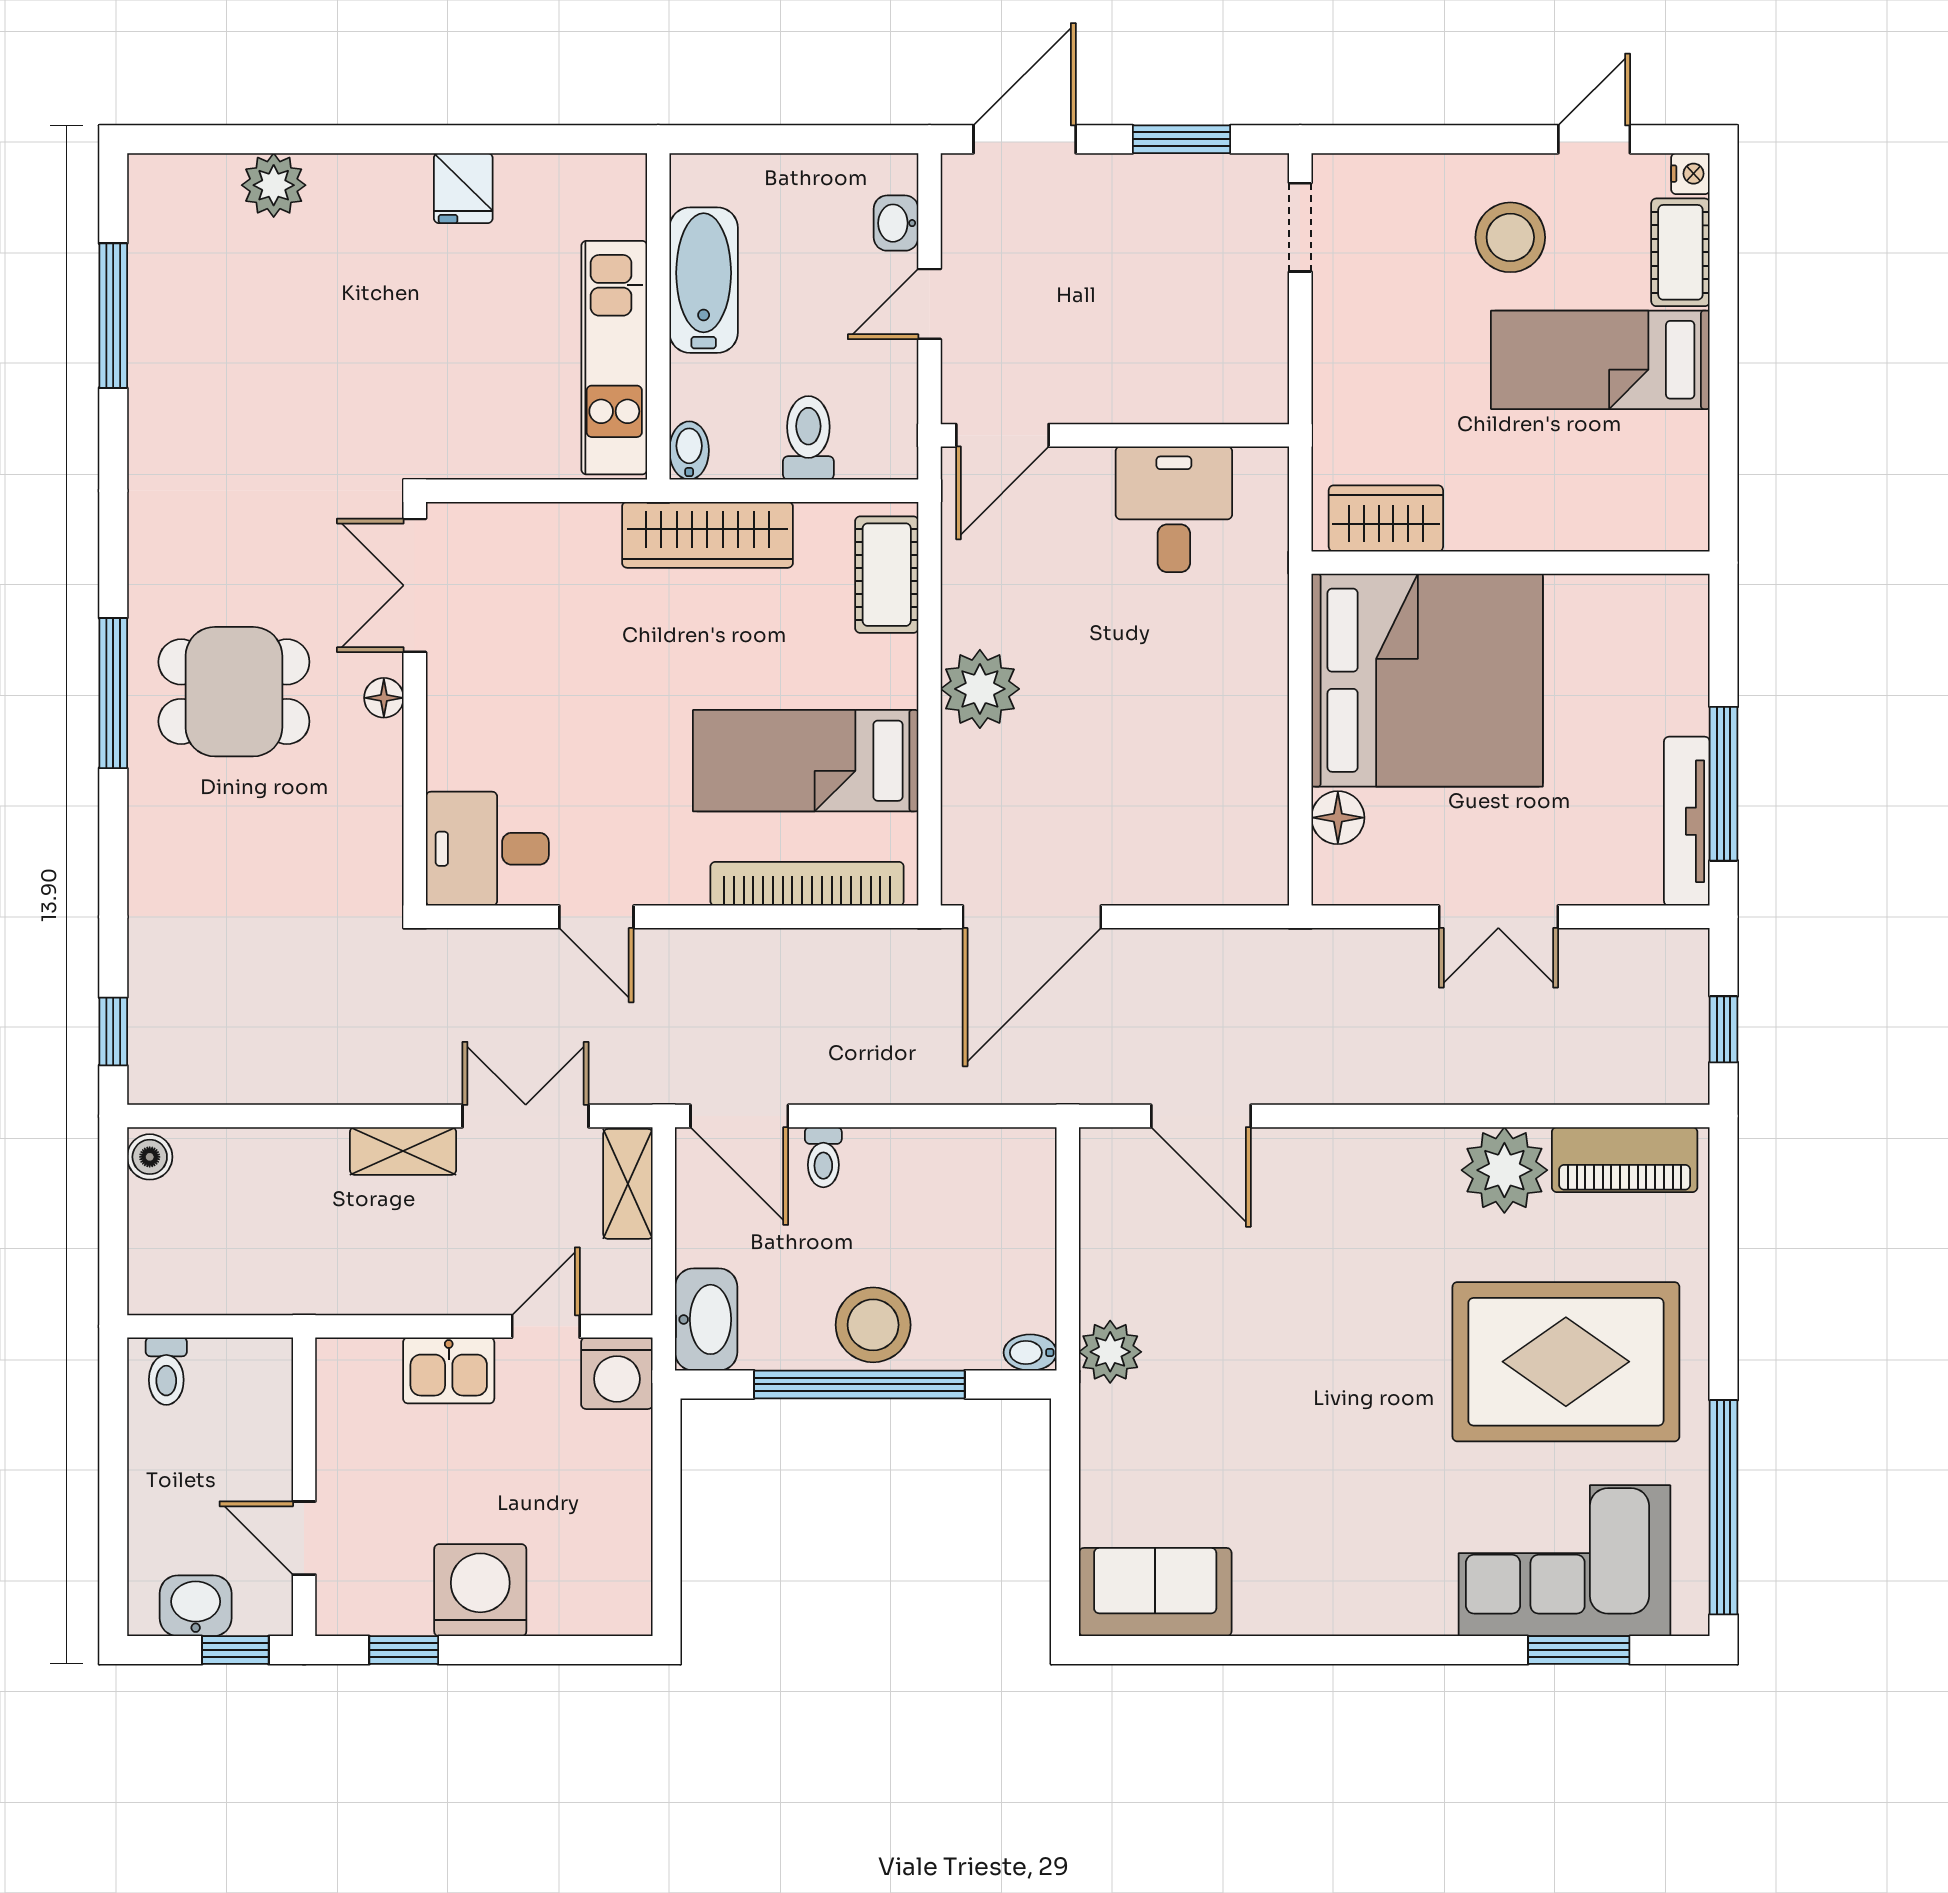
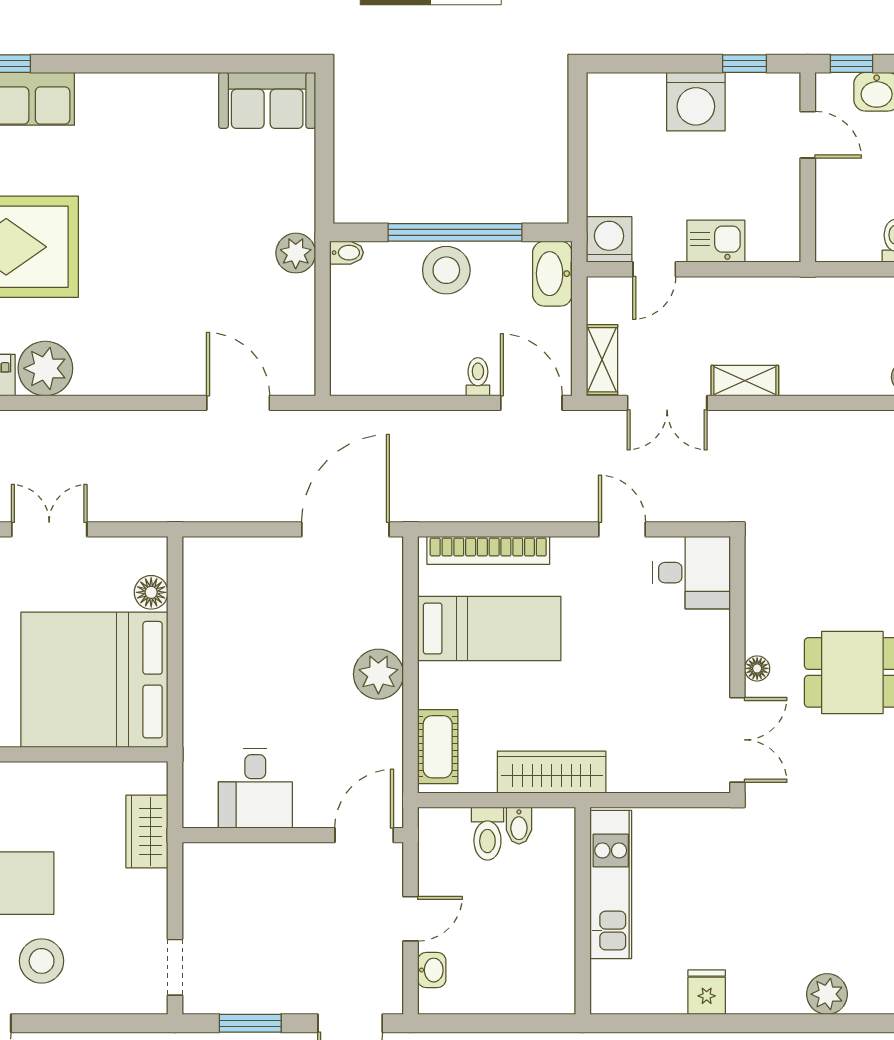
bathtub: (704, 280) -> (554, 934), removed
bidet: (689, 450) -> (519, 826), moved
wardrobe: (1386, 518) -> (147, 832), moved, turned 90

